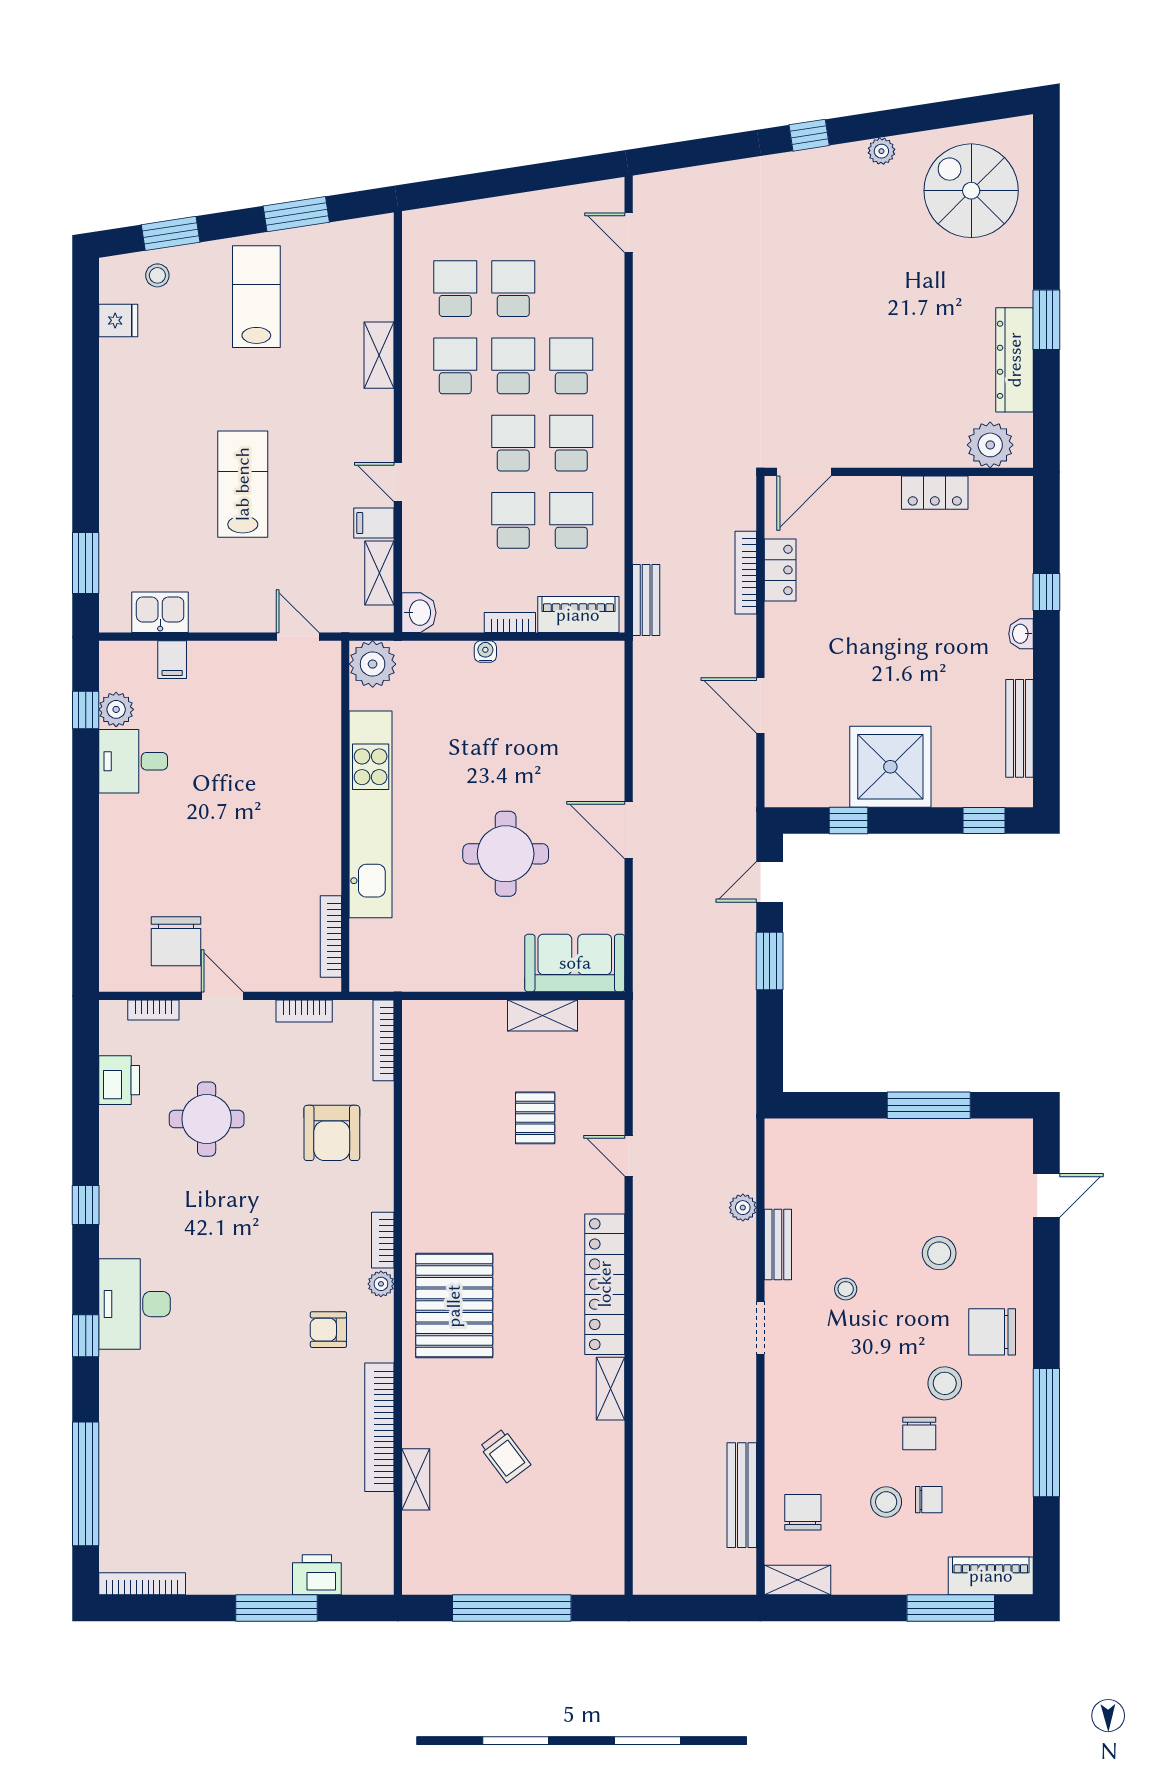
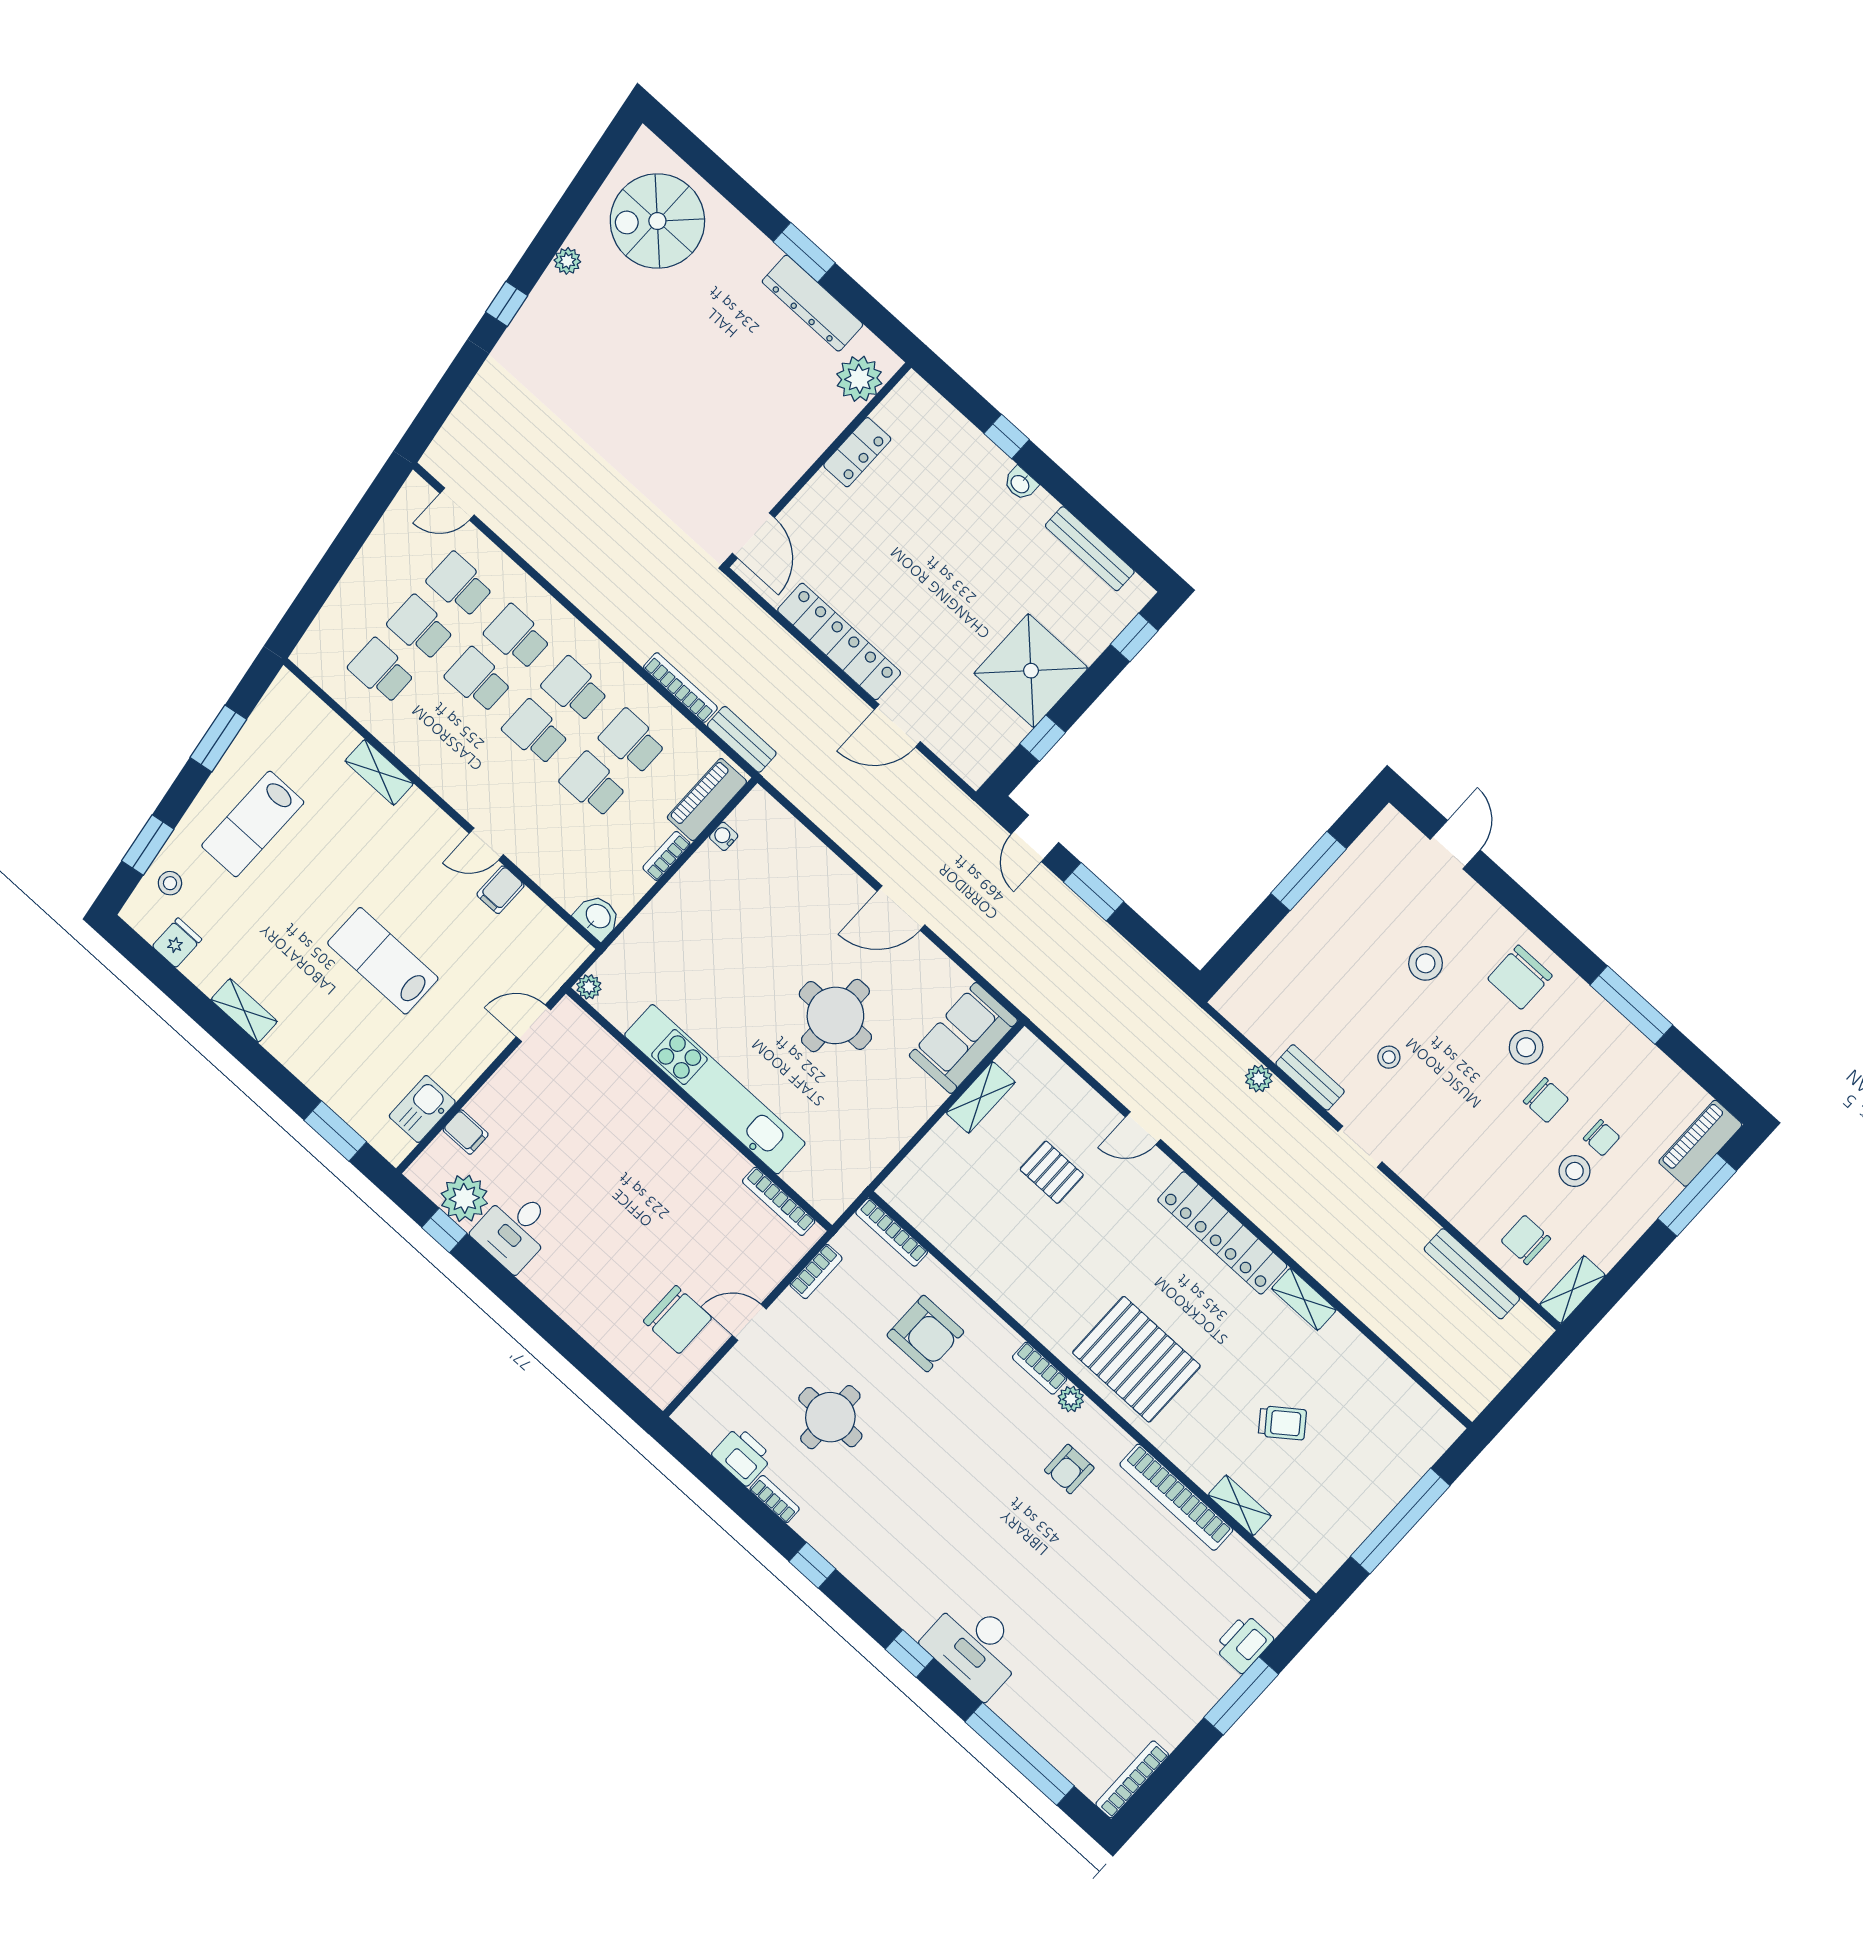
lab bench: (256, 297) -> (253, 824), turned -90
school desk: (455, 366) -> (460, 584), moved
locker: (780, 570) -> (839, 641), width x2.16, depth x1.21
shelving: (379, 573) -> (244, 1010), moved
bookcase: (746, 573) -> (680, 688), moved, turned 180
water cooler: (485, 652) -> (724, 836), moved
plant: (373, 664) -> (589, 987), width x0.53, depth x0.53
plant: (116, 709) -> (464, 1198), width x1.36, depth x1.36
bookcase: (153, 1010) -> (775, 1499), moved, turned -90
desk: (134, 1304) -> (975, 1647), moved
window: (1046, 1433) -> (1631, 1005), width x0.68
chair: (929, 1500) -> (1602, 1138), turned 90

